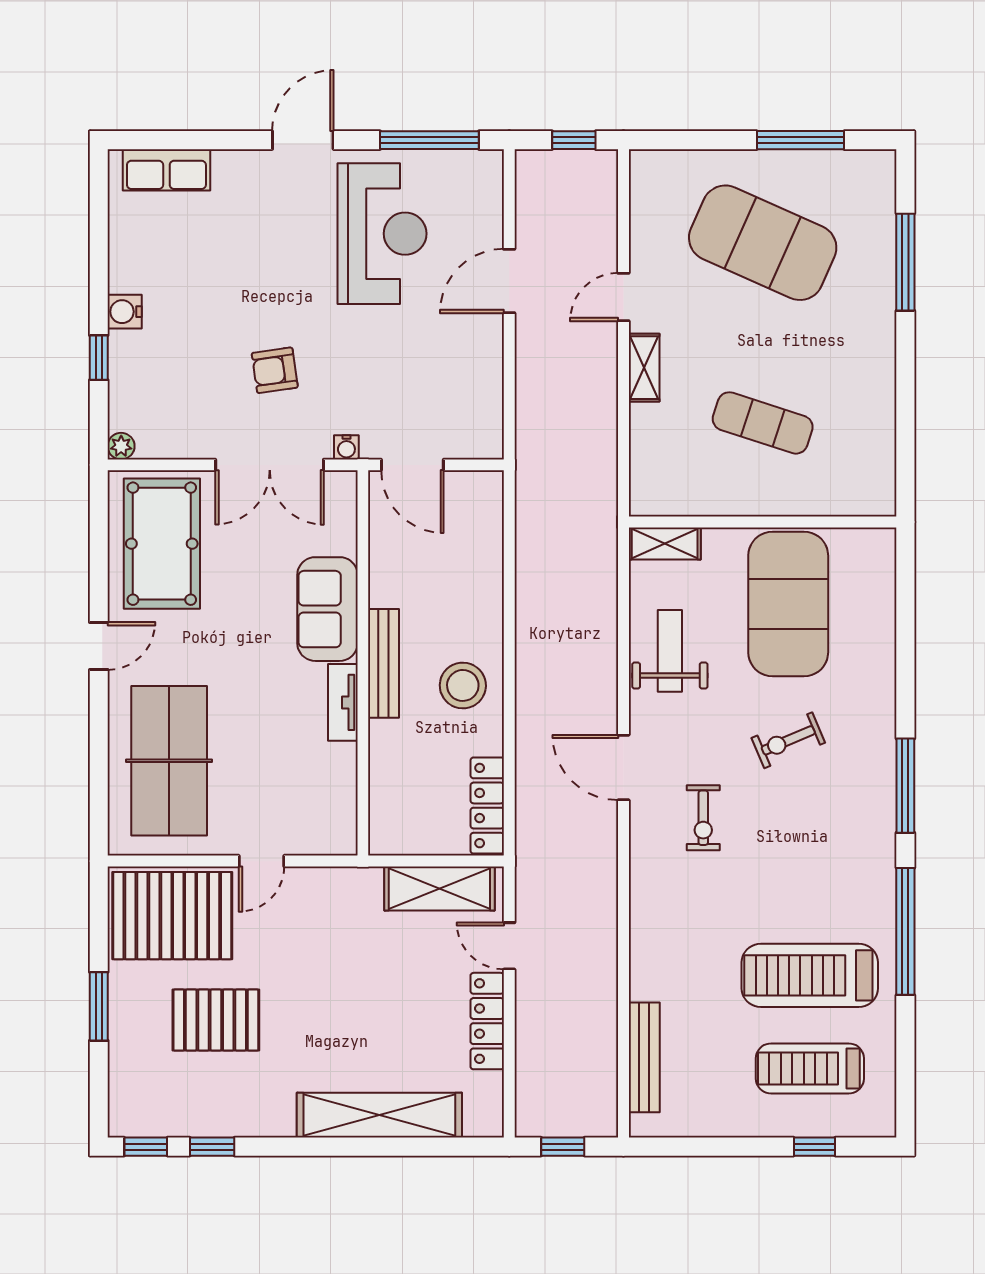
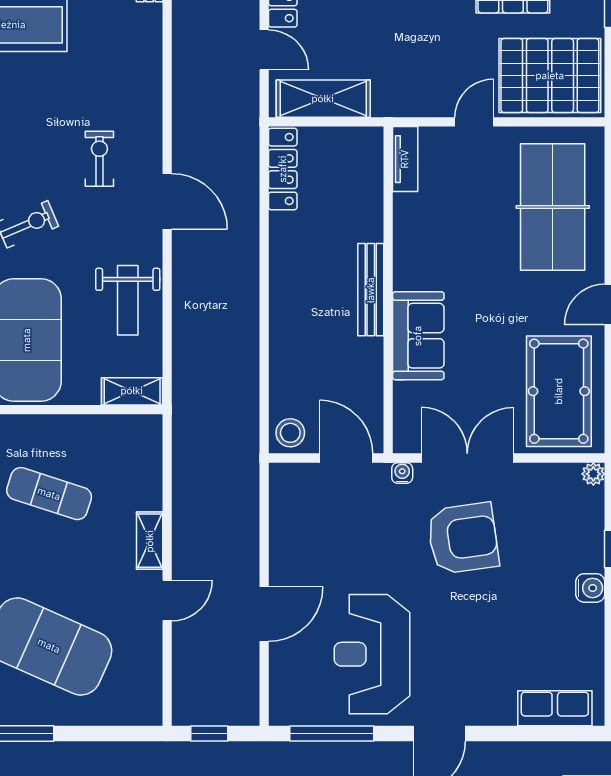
armchair: (275, 370) -> (463, 538), width x1.88, depth x1.88
stool: (463, 685) -> (290, 433), moved, width x0.73, depth x0.73
tv unit: (343, 702) -> (405, 159), moved

